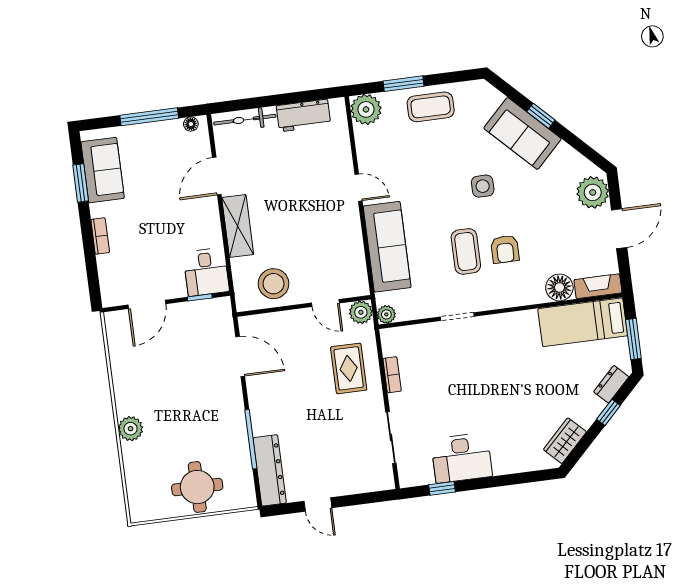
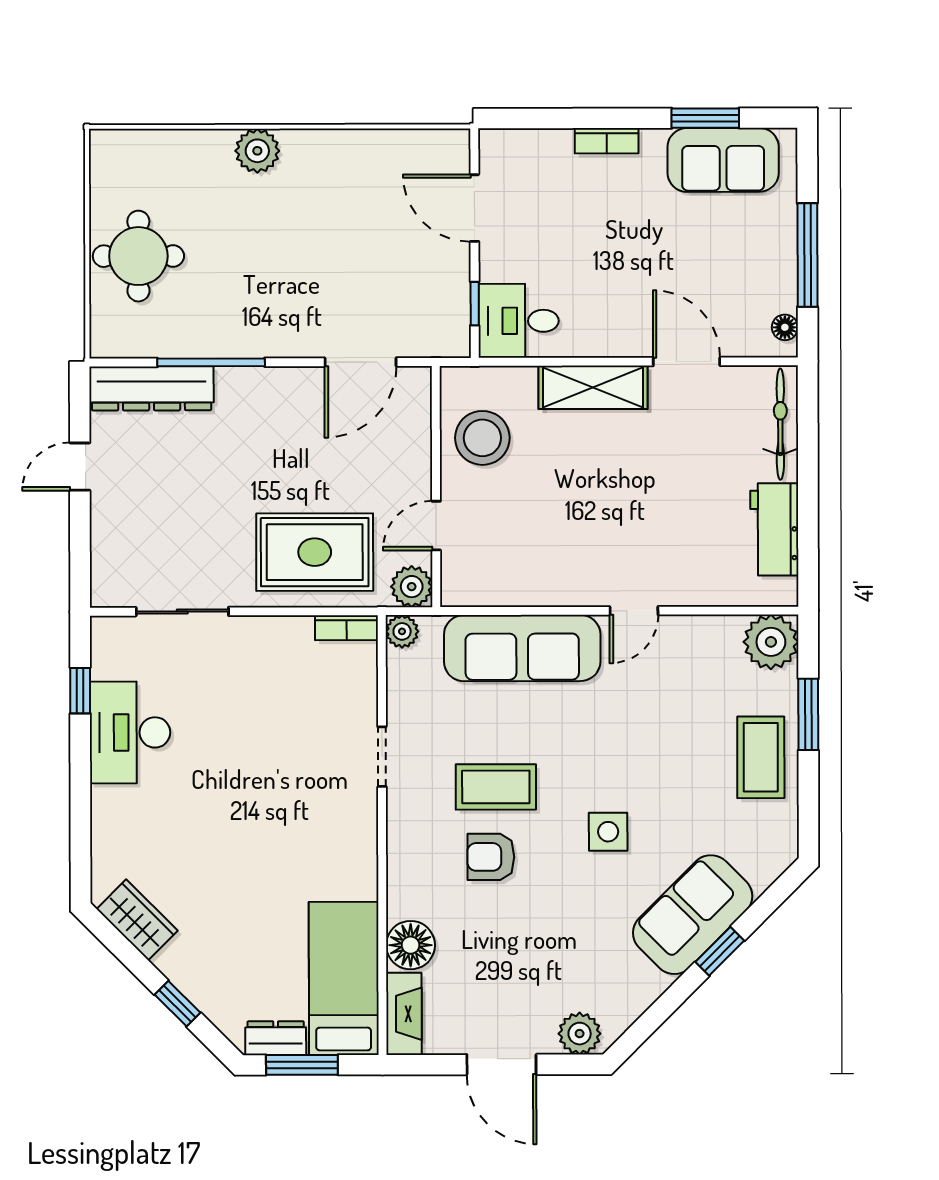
plant: (593, 192) -> (580, 1034), width x0.73, depth x0.73
rug: (349, 368) -> (315, 552), width x1.36, depth x1.43
bookcase: (392, 375) -> (347, 628), moved
dresser: (611, 384) -> (276, 1038), moved, turned -45

